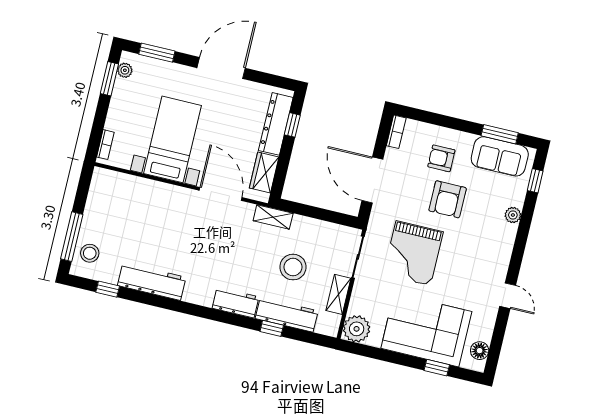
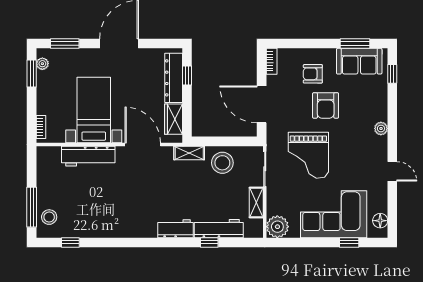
plant: (513, 215) -> (381, 128), moved
stool: (293, 267) -> (222, 163), moved
workbench: (152, 281) -> (88, 156), moved, turned 180

